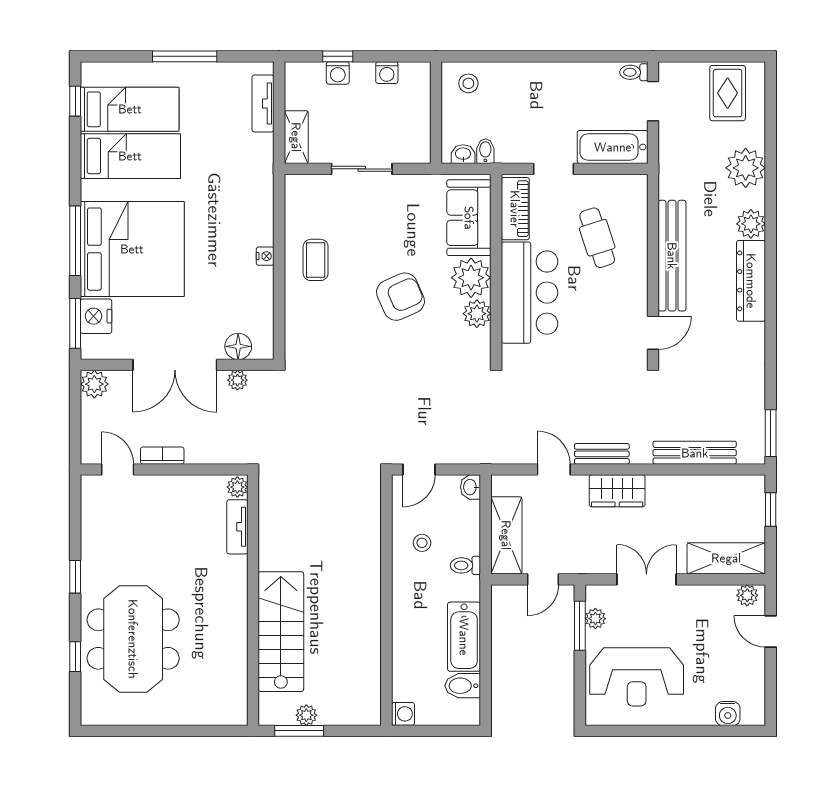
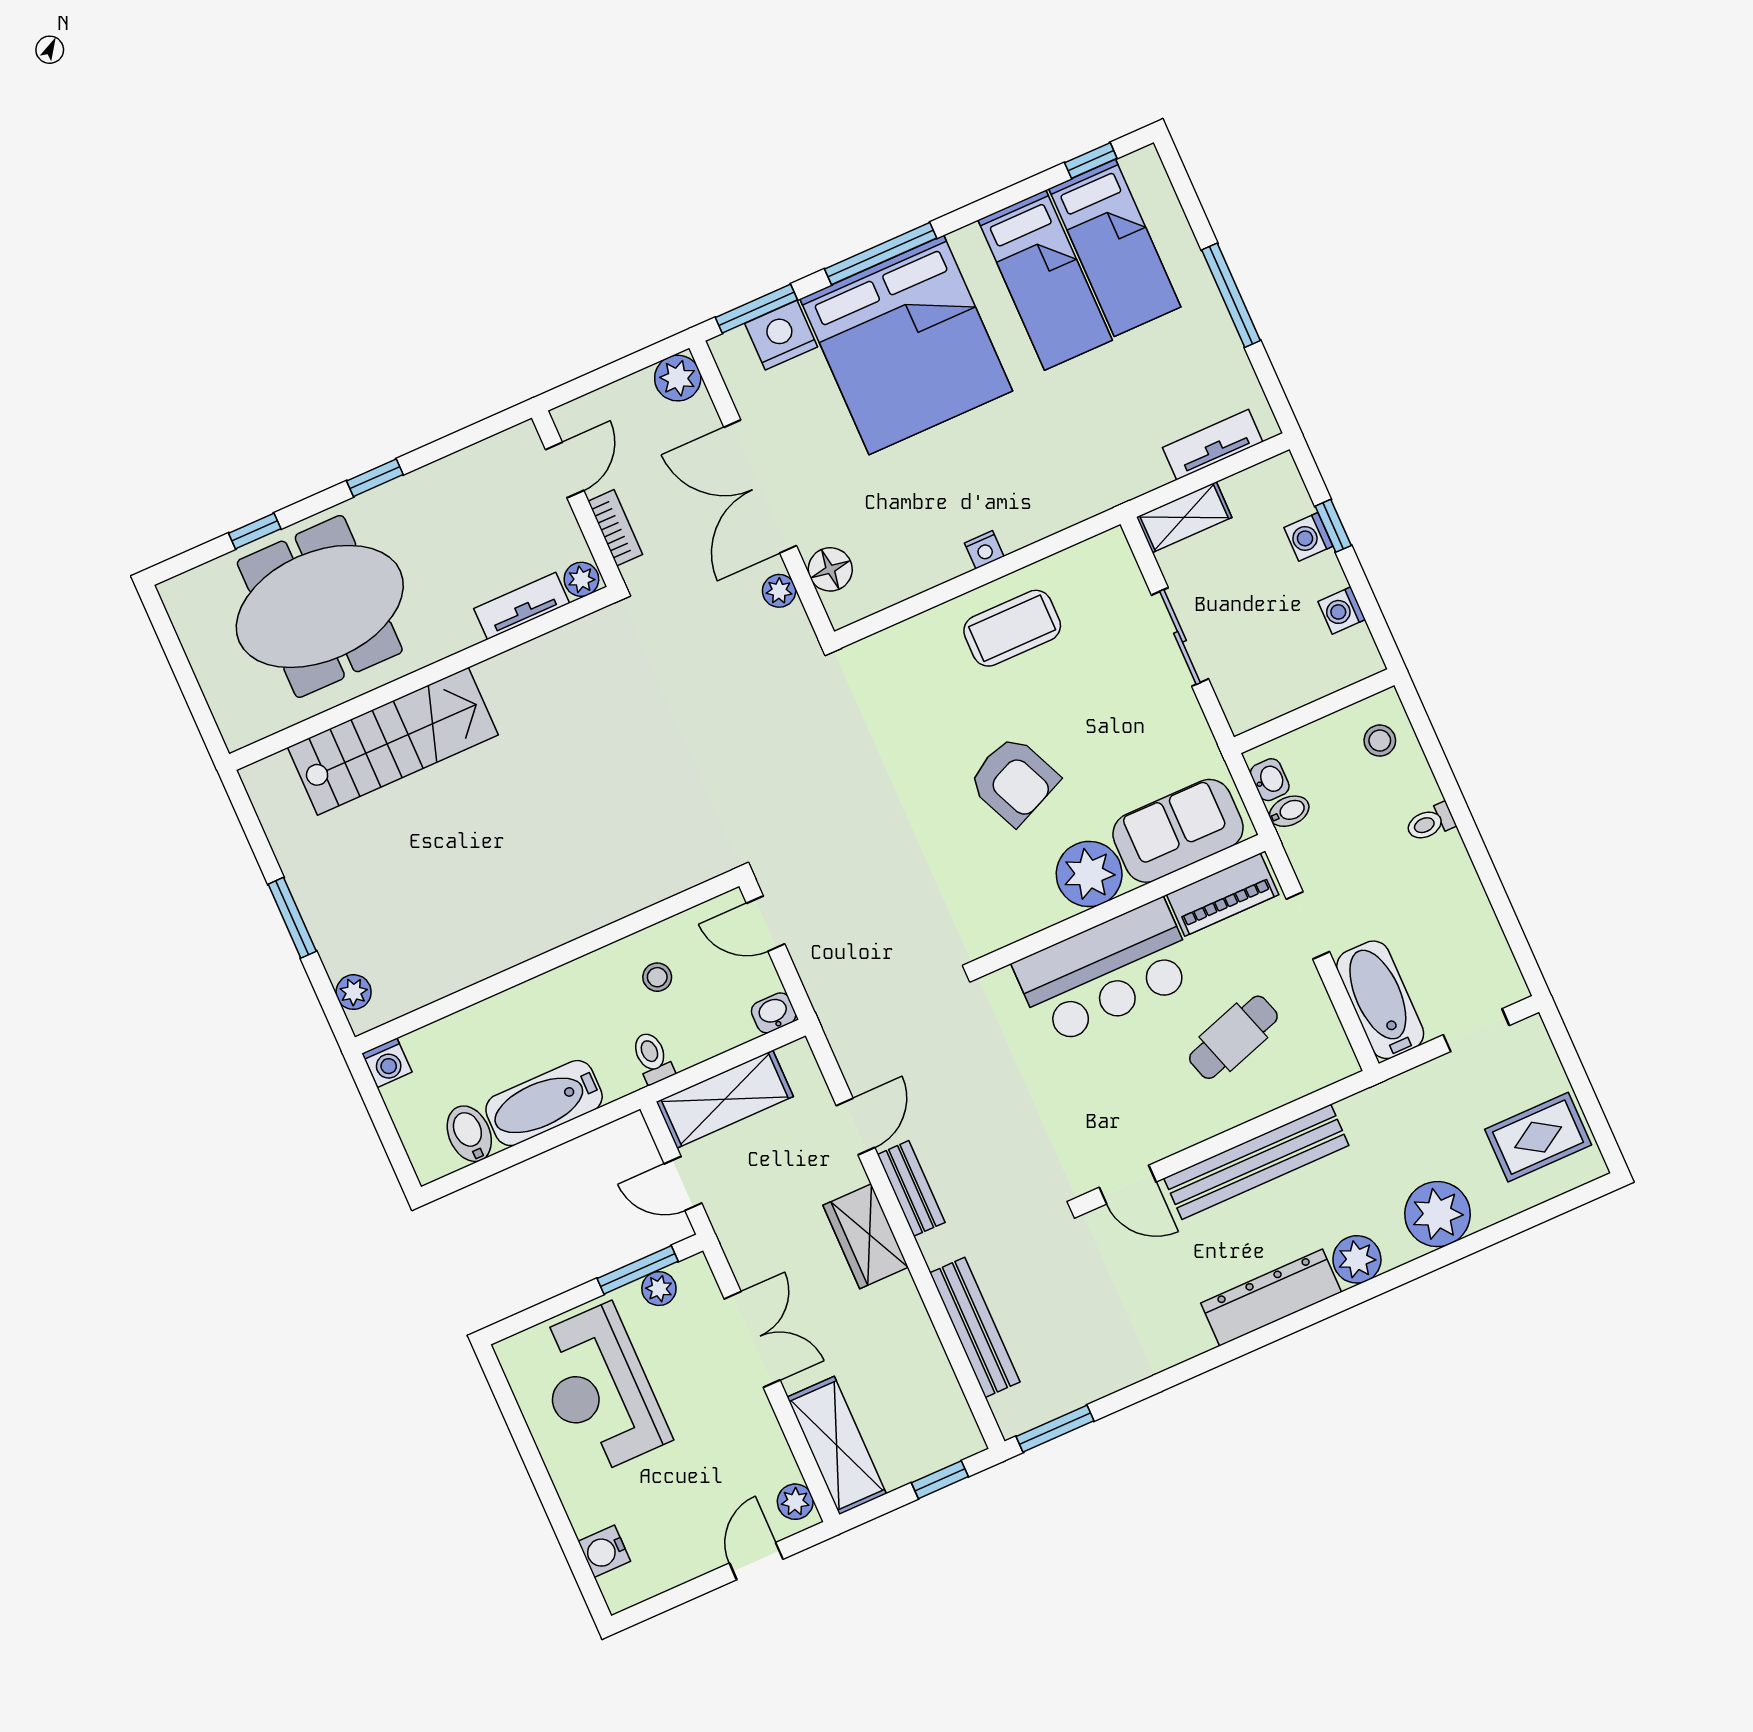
toilet: (634, 72) -> (1430, 823), moved, turned -90
coffee table: (316, 260) -> (1012, 628), width x1.36, depth x1.30
plant: (477, 314) -> (1039, 907), removed
plant: (237, 487) -> (581, 579), moved
tv unit: (237, 527) -> (522, 606), moved
wall: (253, 600) -> (422, 678), moved
stairs: (281, 632) -> (393, 741), moved
plant: (306, 715) -> (354, 992), moved

